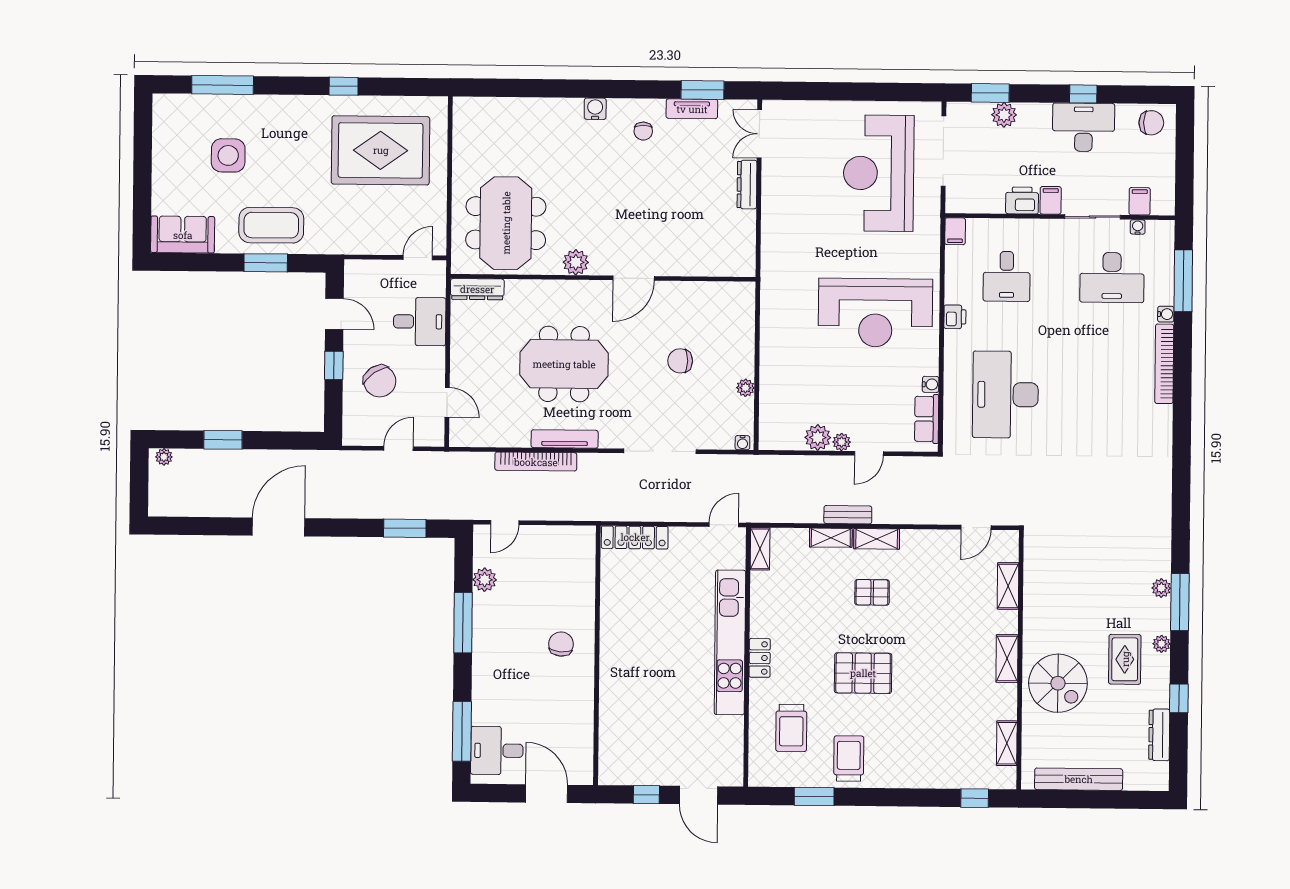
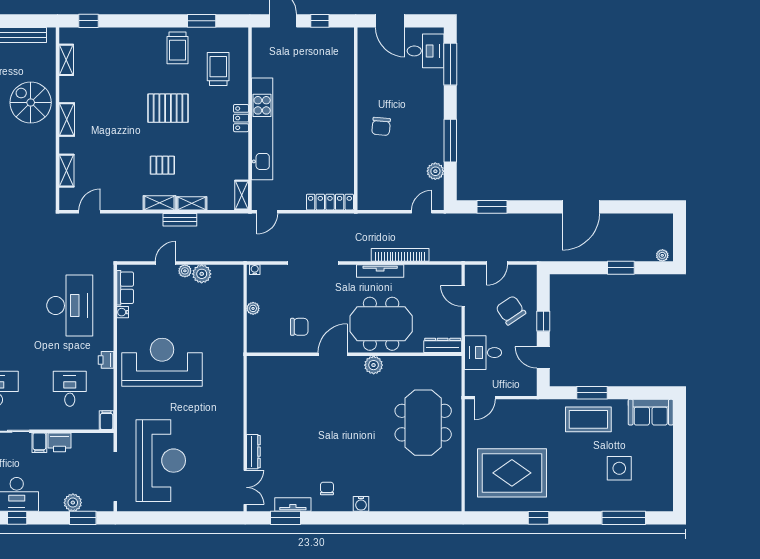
plant: (576, 262) -> (374, 365), moved
wall: (603, 278) -> (354, 354), moved
door: (634, 278) -> (333, 354), moved
dresser: (477, 289) -> (443, 345), moved

